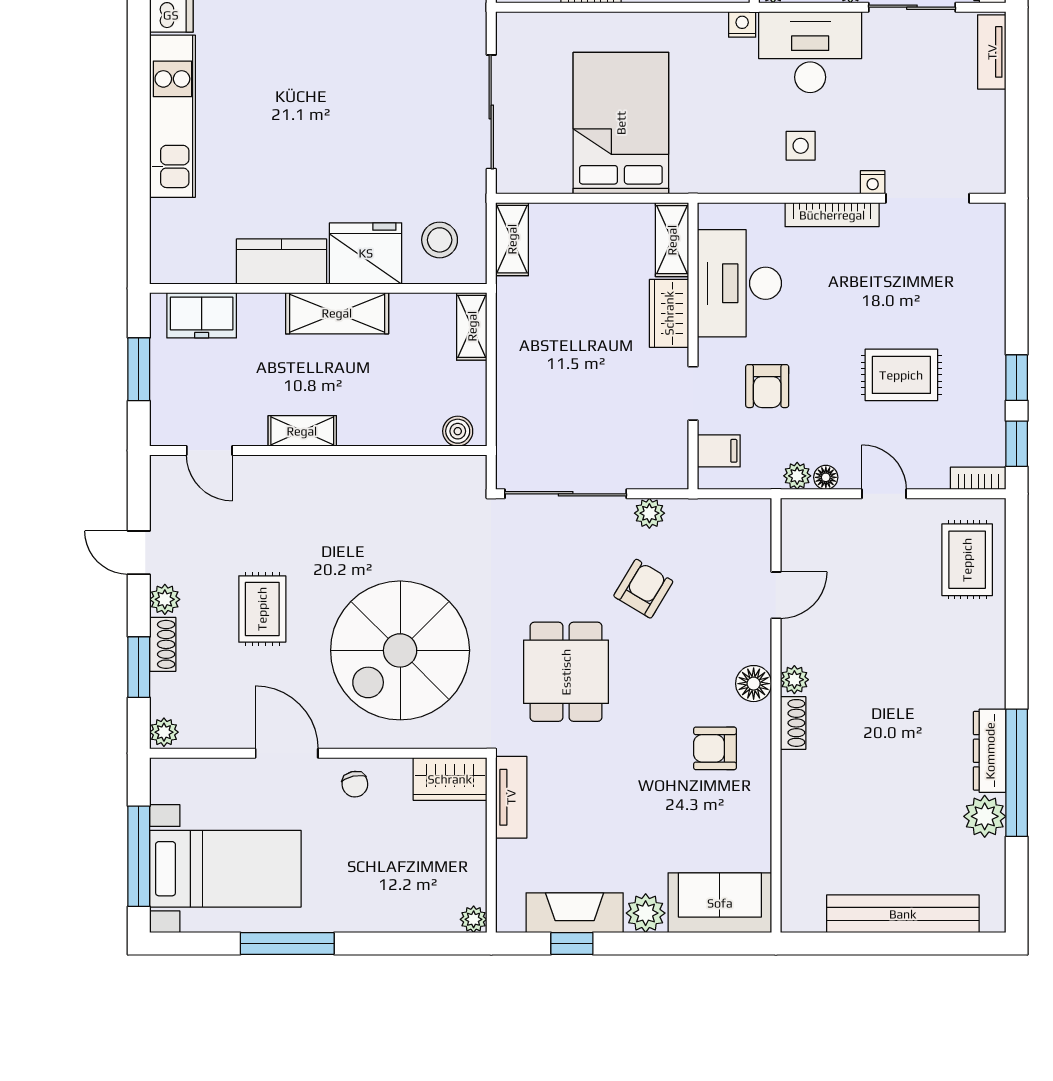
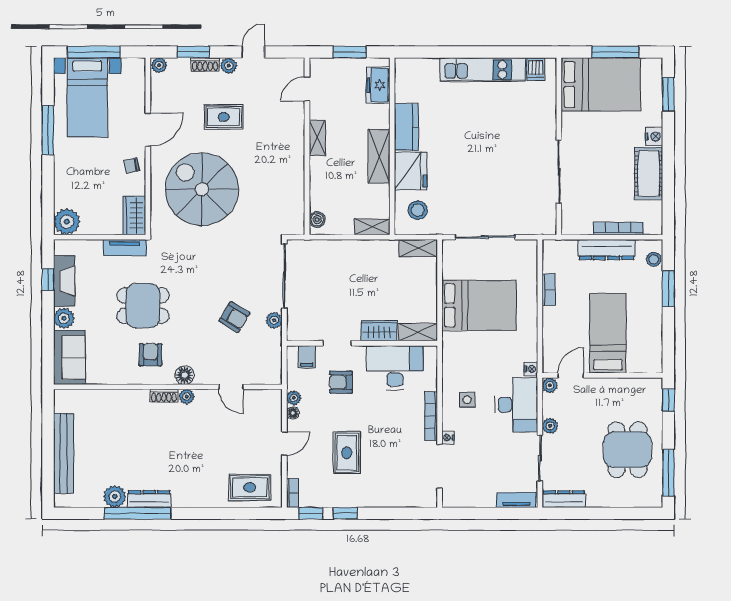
dining table: (566, 672) -> (143, 306), moved
plant: (474, 919) -> (67, 222), width x1.88, depth x1.88

